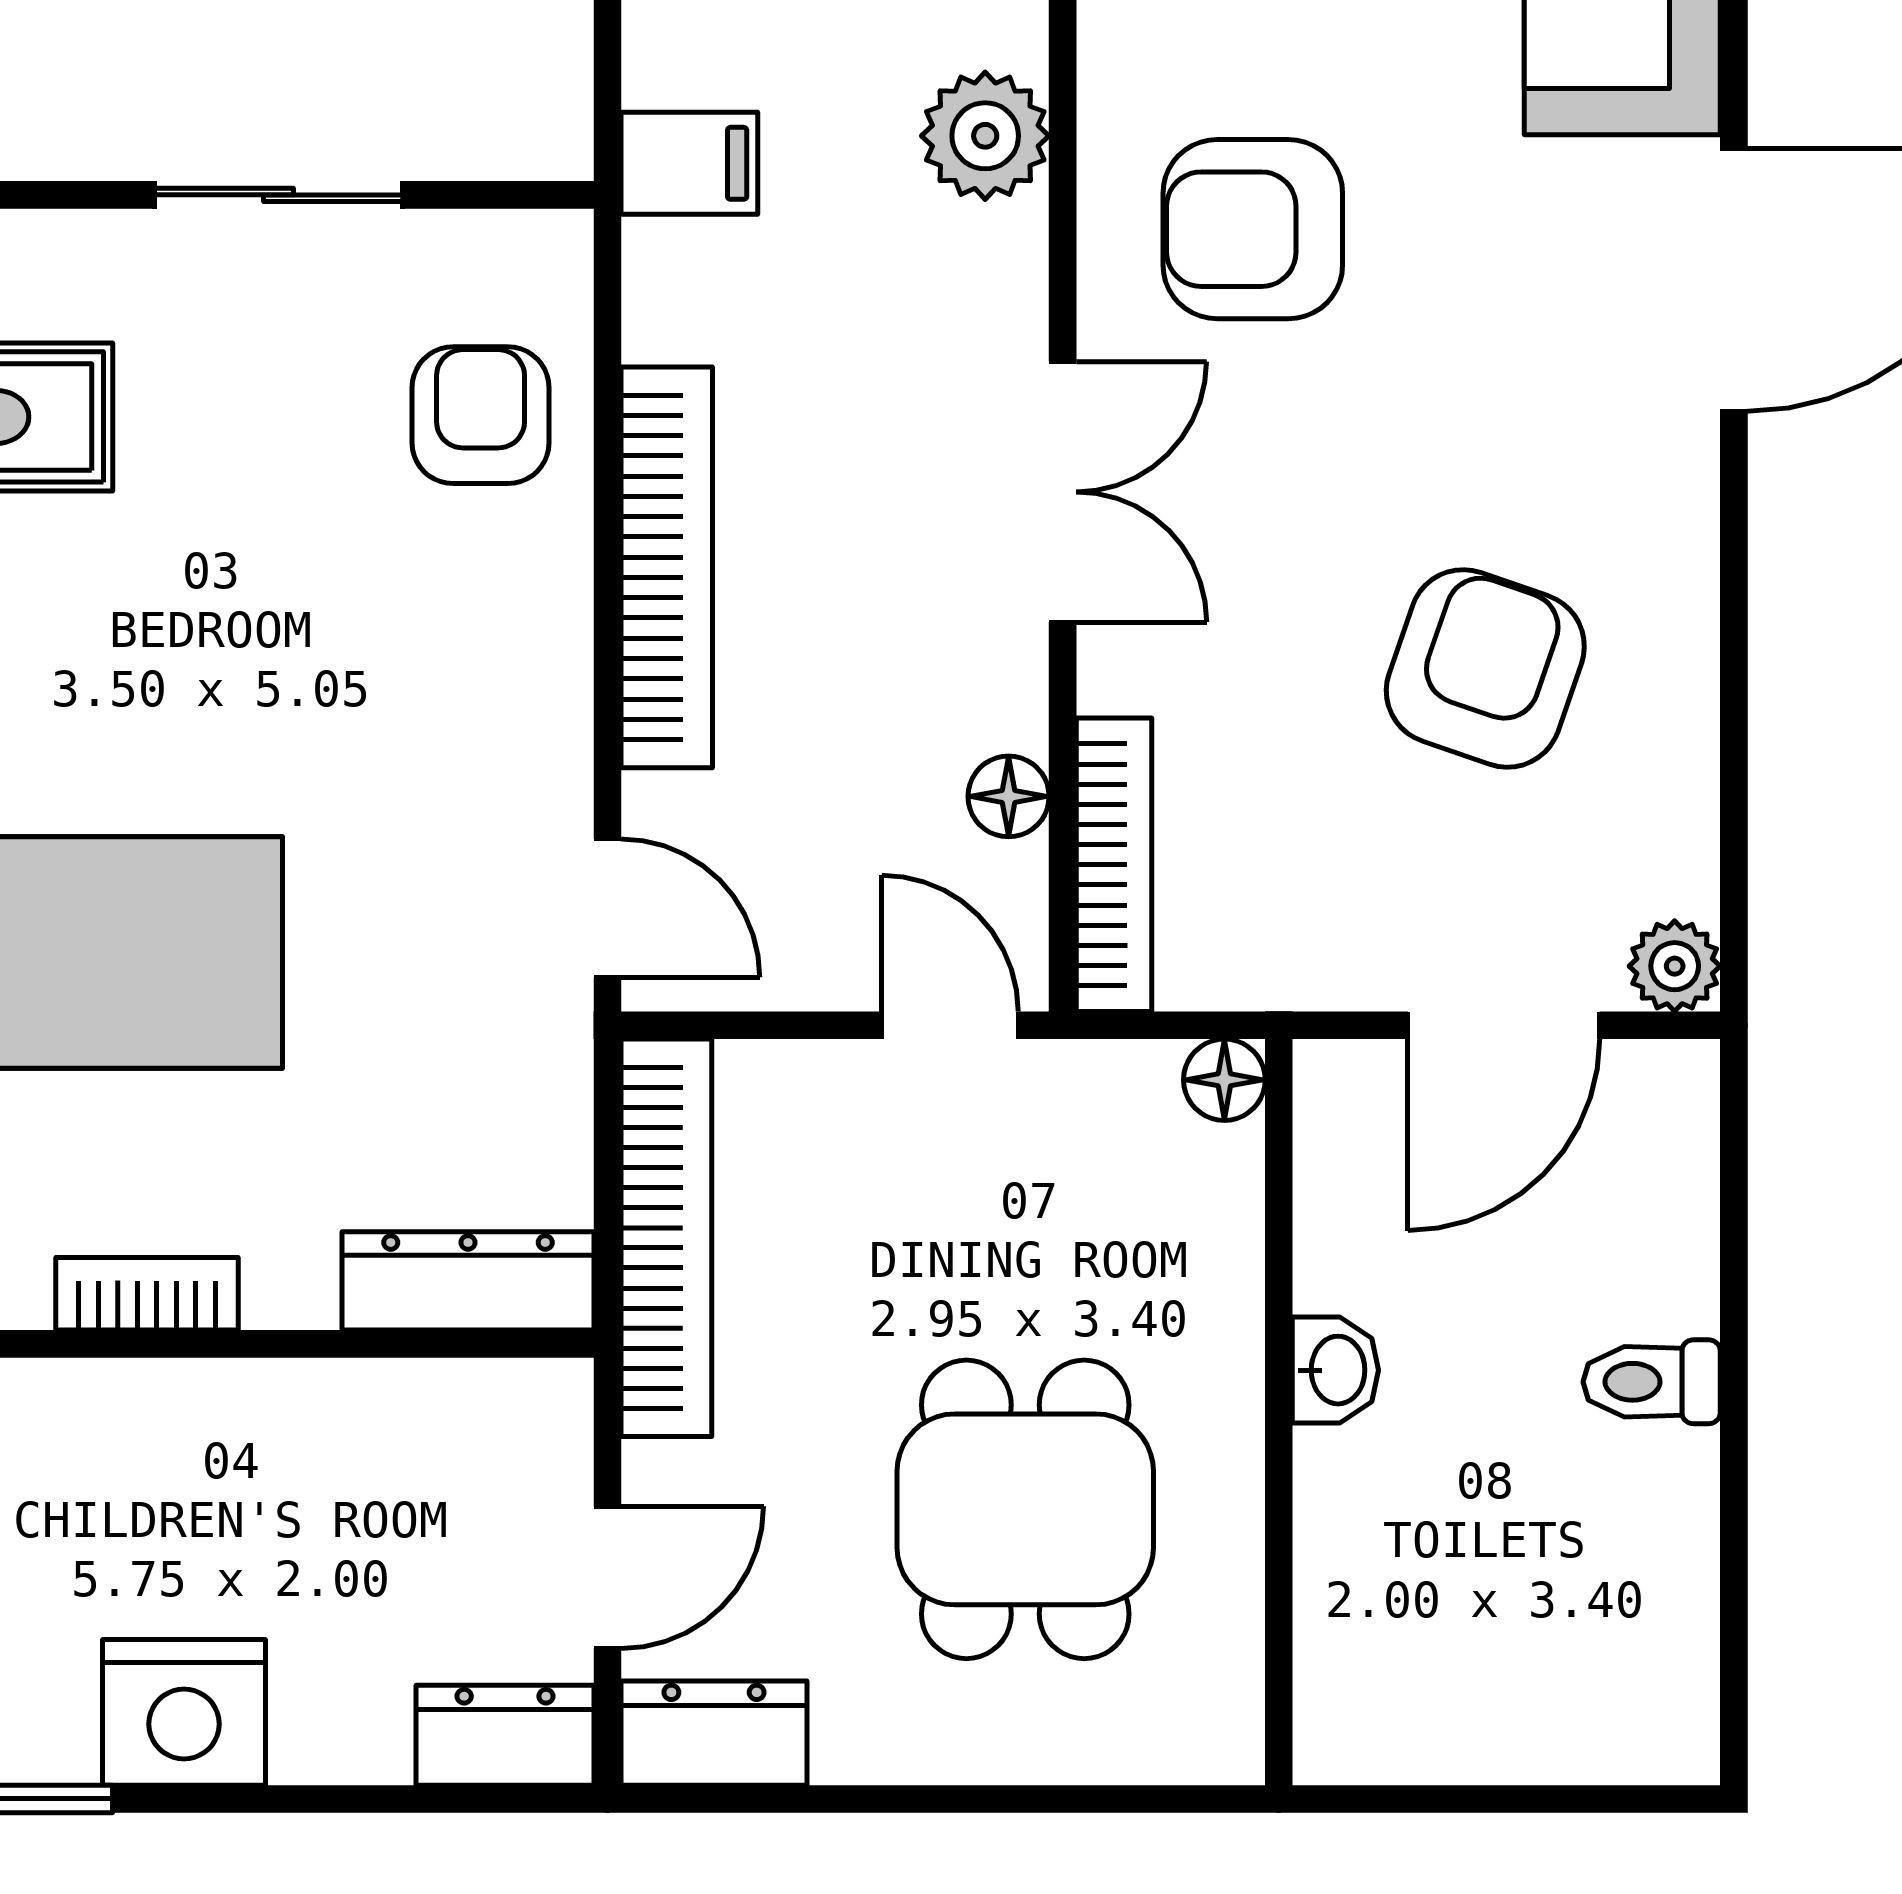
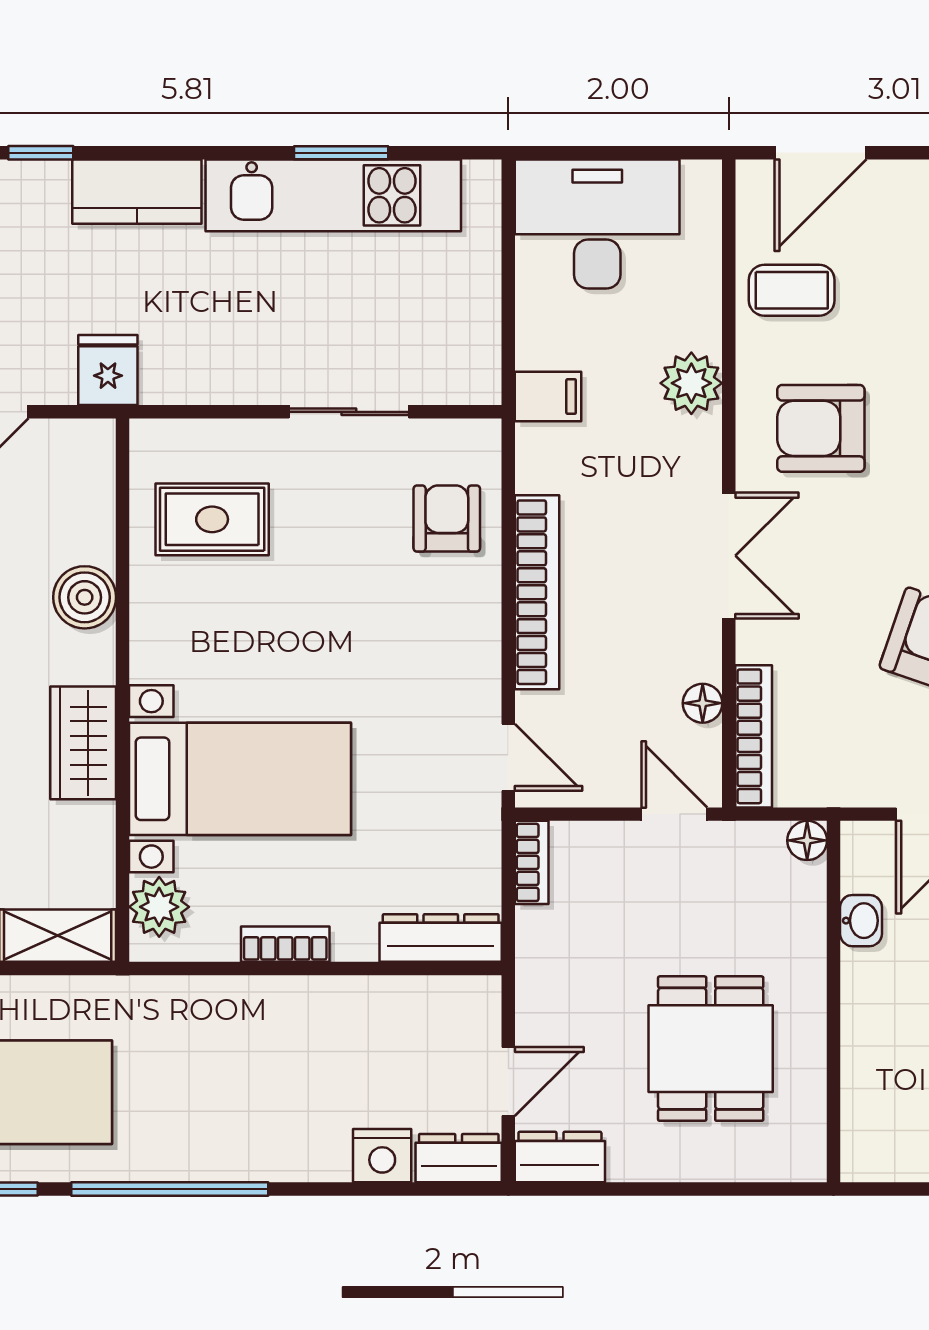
bookcase: (666, 1238) -> (532, 862), width x0.43, depth x0.76
washbasin: (1335, 1370) -> (861, 921), moved
nightstand: (184, 1712) -> (382, 1156), moved, width x0.74, depth x0.75

